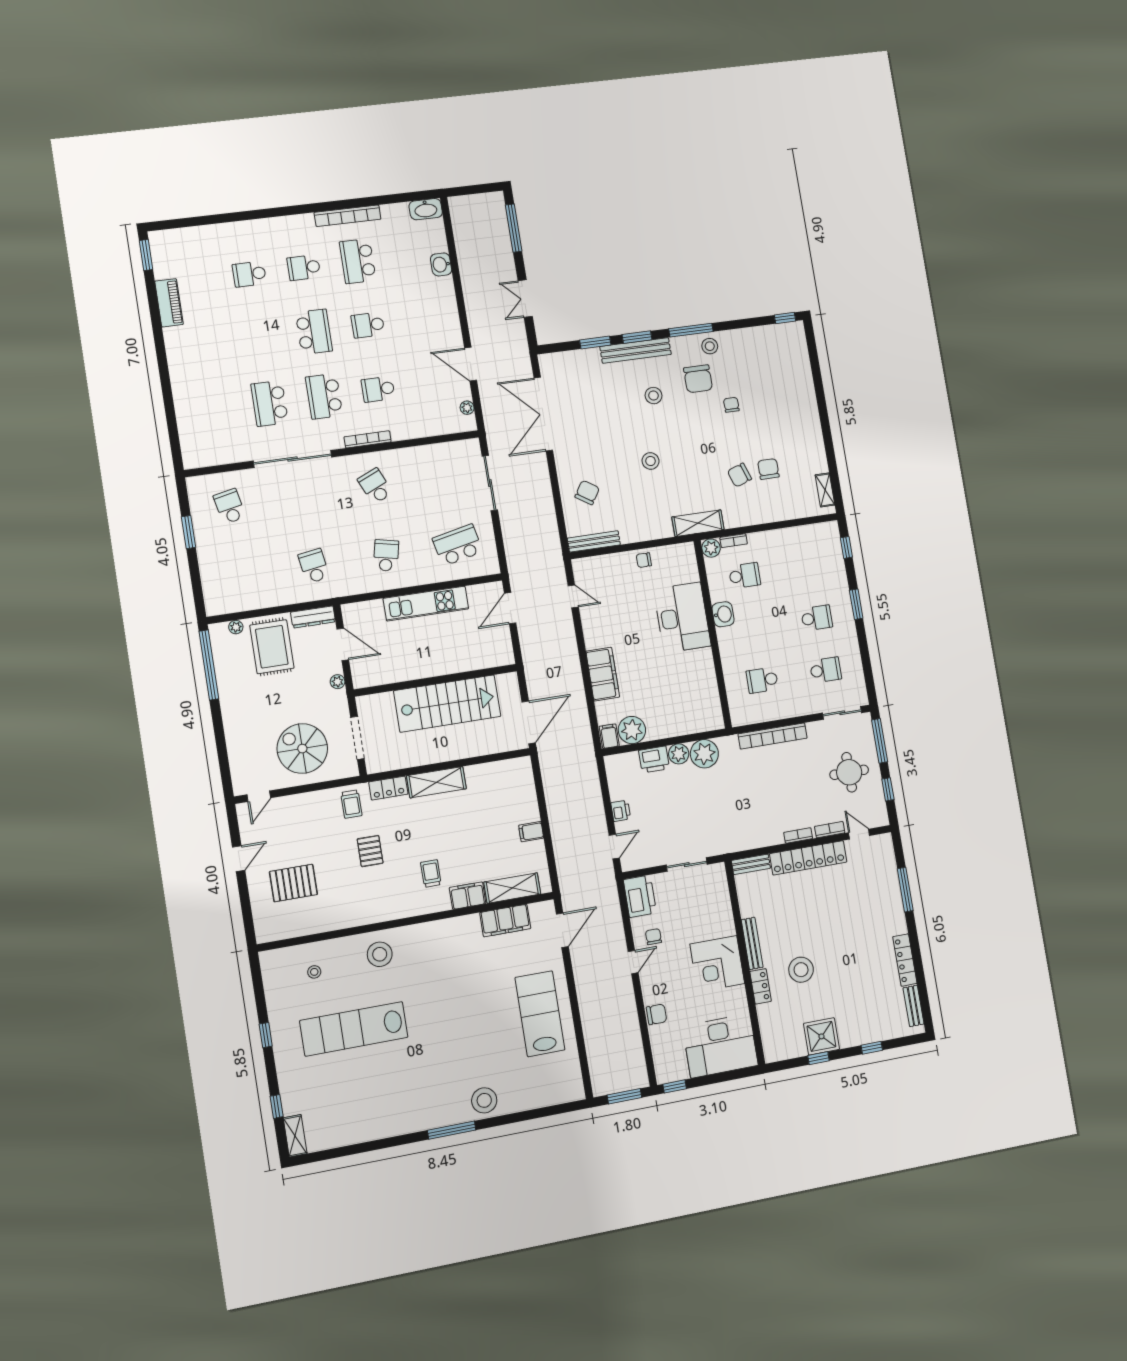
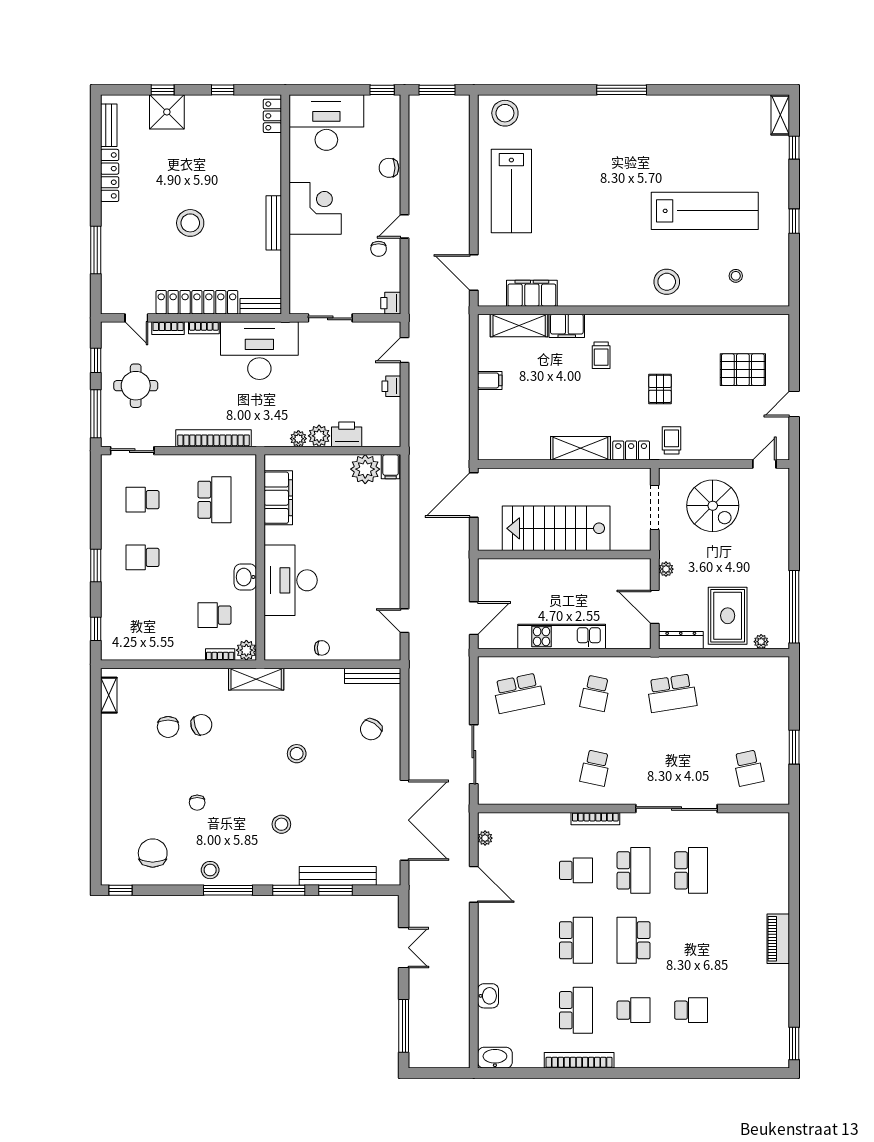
piano: (169, 303) -> (778, 939), moved
school desk: (368, 325) -> (576, 940), width x1.85
bench: (636, 350) -> (338, 876), moved
chair: (698, 379) -> (153, 853), moved
school desk: (375, 486) -> (595, 768), turned 36
school desk: (314, 566) -> (672, 693), width x1.85
filing cabinet: (603, 674) -> (278, 498), moved, turned 180
school desk: (762, 680) -> (214, 500), width x1.85
plant: (704, 754) -> (298, 439), width x0.53, depth x0.53
desk: (745, 823) -> (259, 351), added
printer: (640, 896) -> (391, 303), width x0.53, depth x0.68
door: (562, 930) -> (474, 273), hinge flipped
stool: (801, 970) -> (190, 223), moved
locker: (761, 986) -> (272, 116), moved
shower: (821, 1036) -> (167, 112), moved
stool: (484, 1100) -> (505, 113), moved

